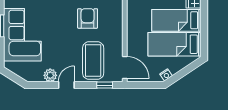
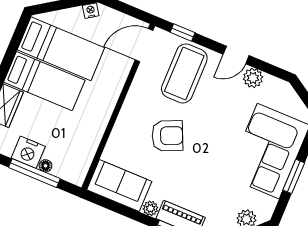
armchair: (88, 18) -> (167, 136), turned -114
door: (125, 68) -> (144, 45), hinge flipped

